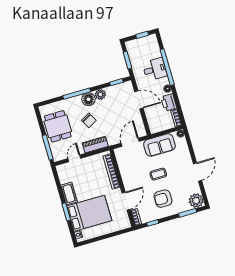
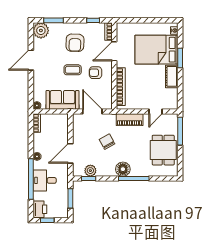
plant: (100, 94) -> (90, 171), moved
door: (139, 100) -> (70, 153), hinge flipped
printer: (169, 102) -> (40, 209), moved
chair: (89, 120) -> (107, 142), moved
door: (130, 142) -> (92, 112), swing flipped
armchair: (137, 177) -> (96, 73), added
armchair: (163, 199) -> (75, 43), turned 92

